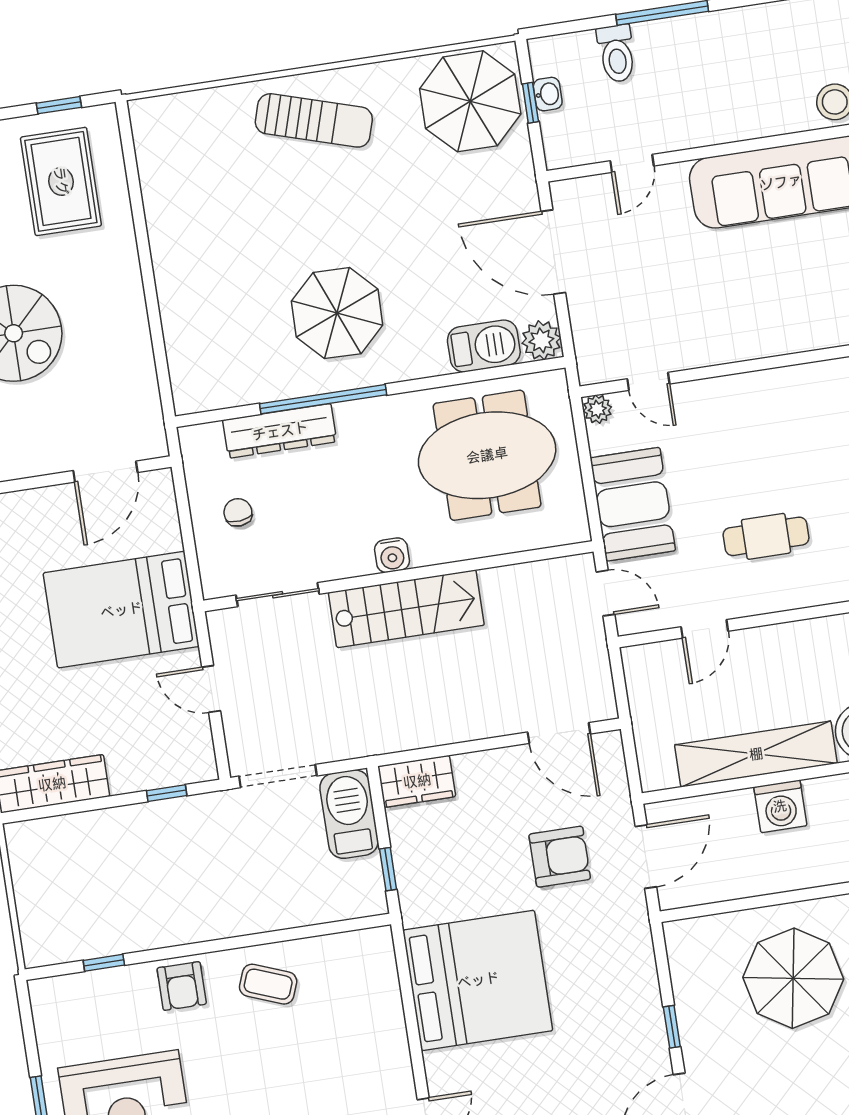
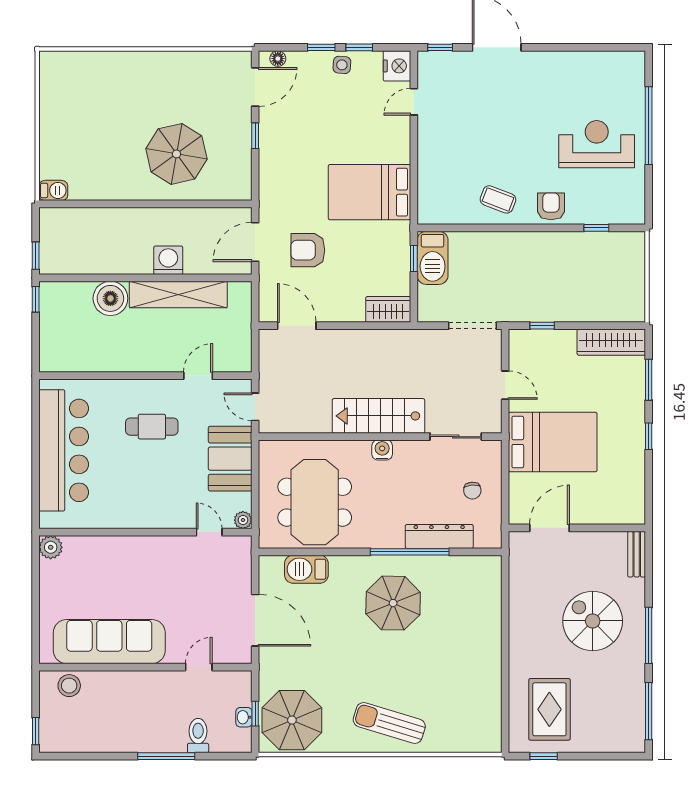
plant: (541, 340) -> (271, 567), removed
meeting table: (487, 455) -> (315, 502), turned 90
barbecue: (349, 814) -> (433, 258), moved
bed: (478, 980) -> (370, 192), width x0.73

